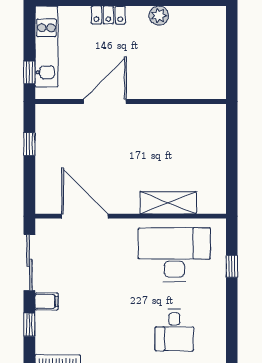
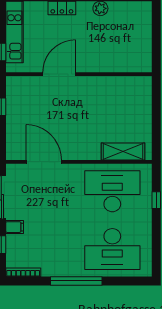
shelving: (168, 203) -> (123, 152), moved
desk: (174, 330) -> (112, 249), width x1.87, depth x1.30

